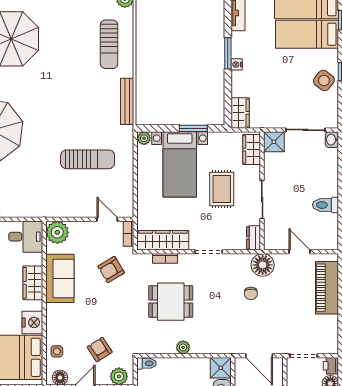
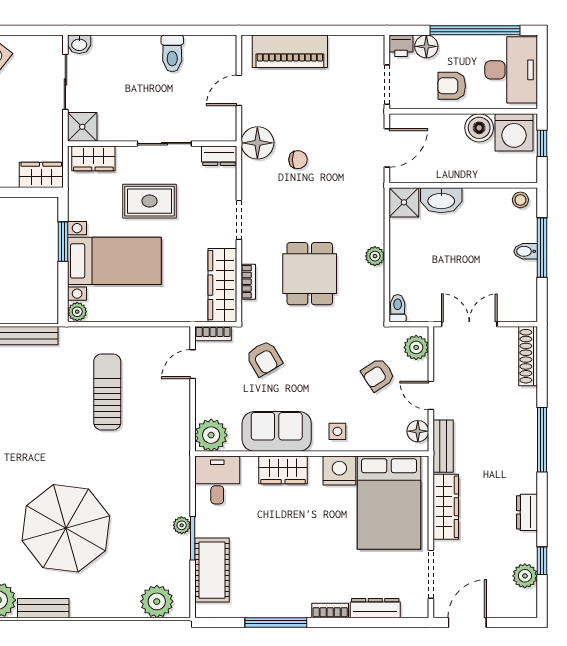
side table: (57, 351) -> (337, 431), moved

